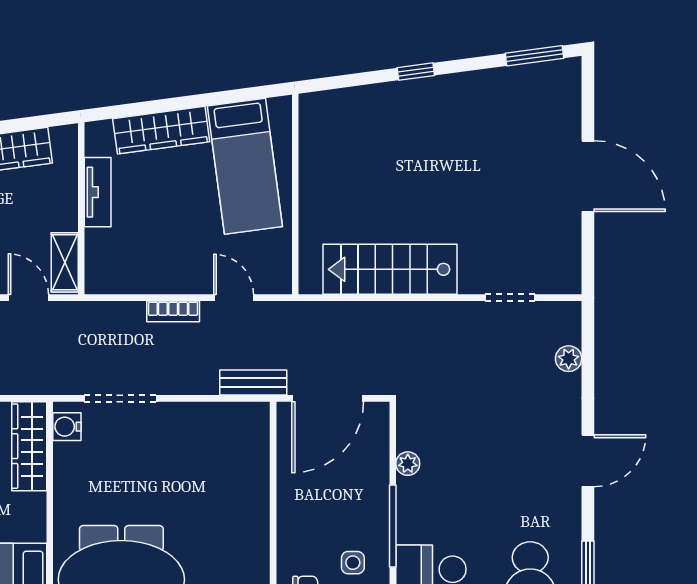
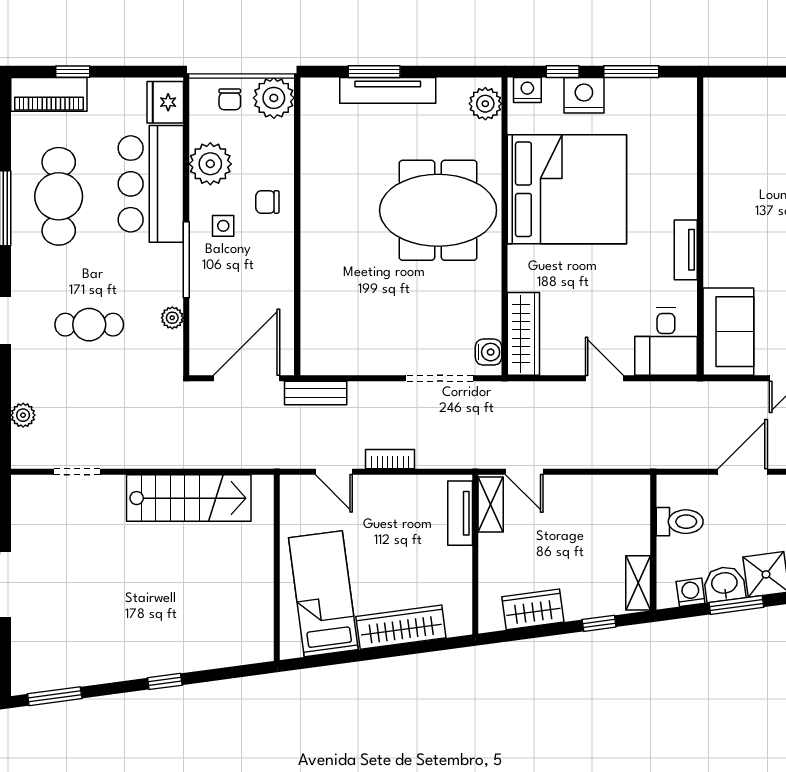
tv unit: (98, 192) -> (460, 513), moved
cafe table: (497, 456) -> (89, 325), added

